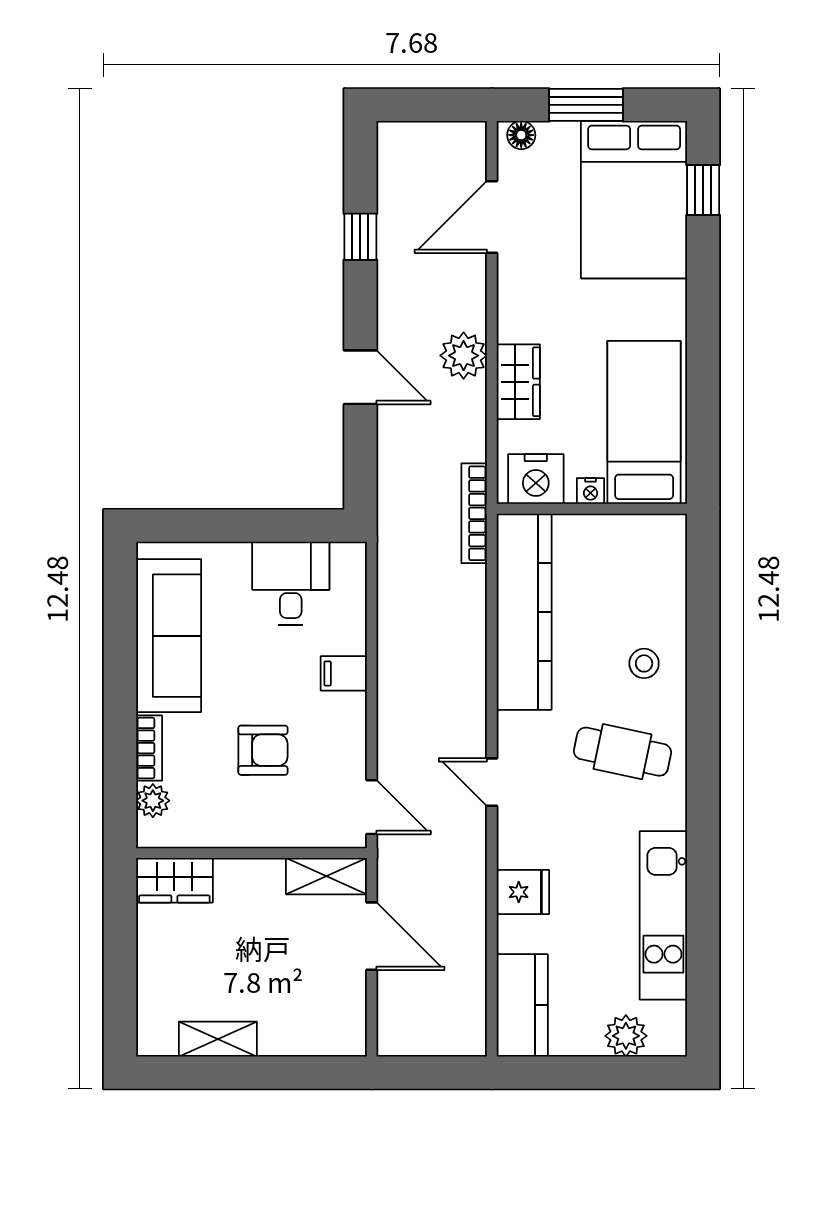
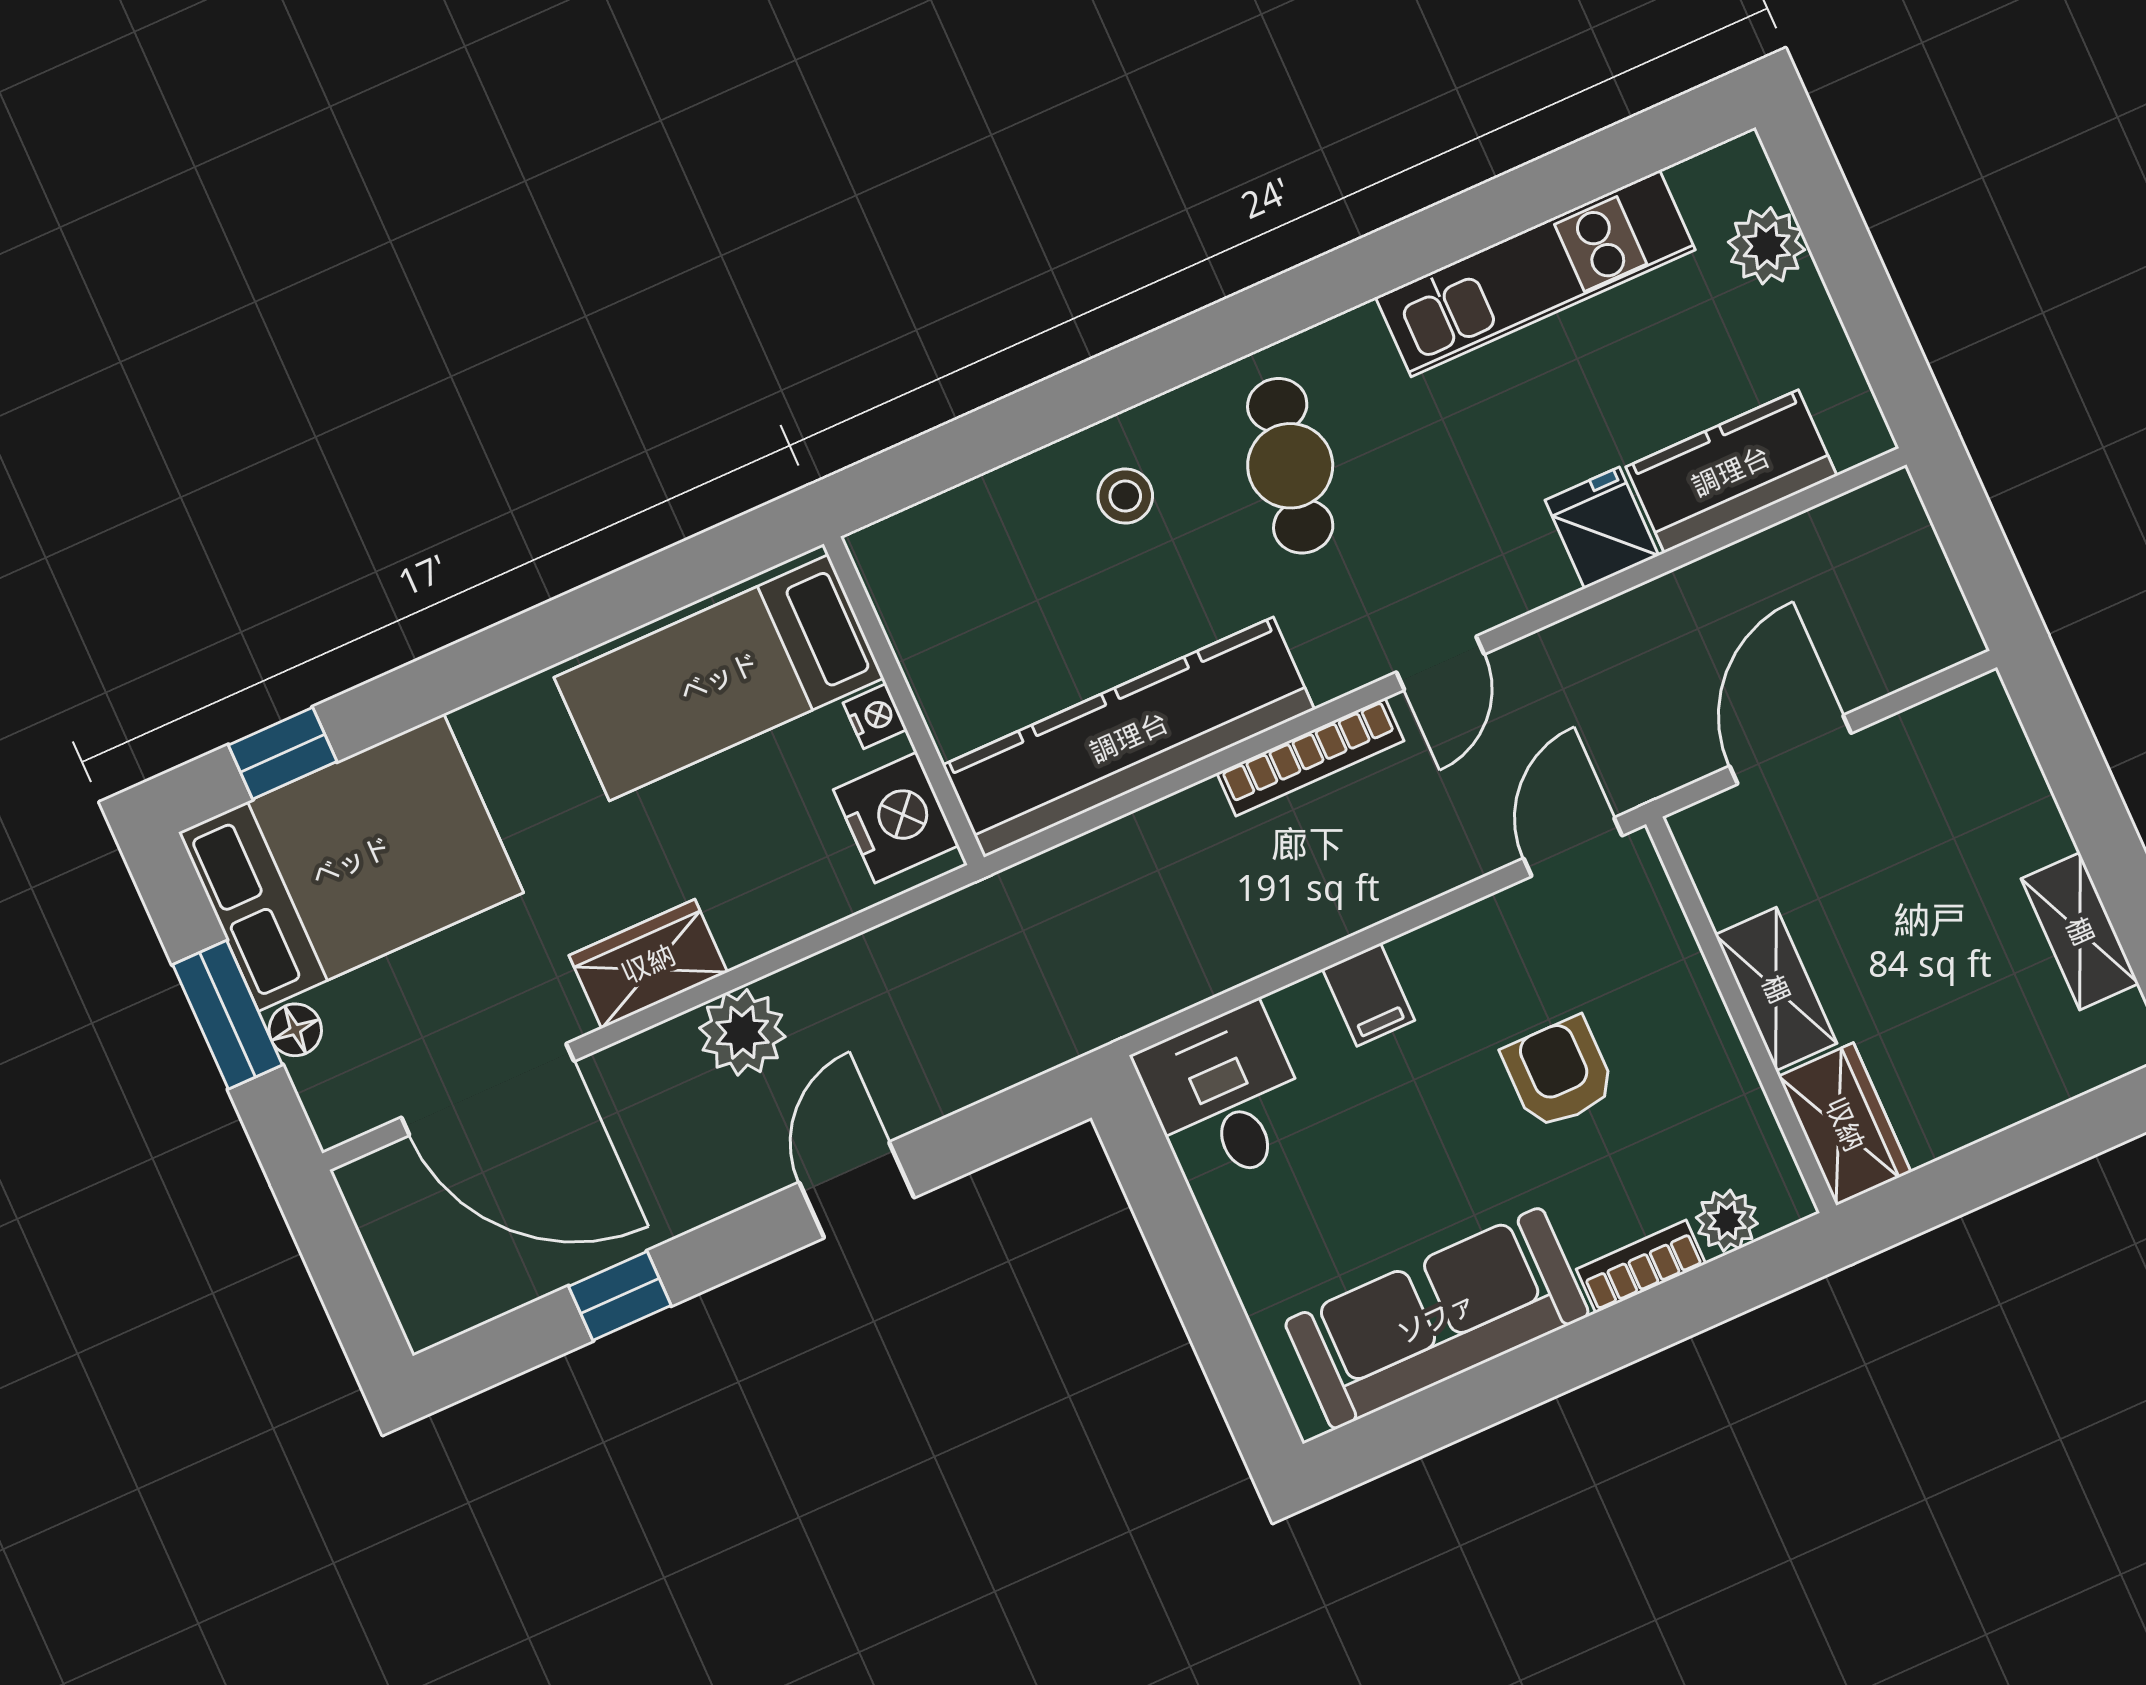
floor lamp: (521, 135) -> (295, 1030), moved
door: (492, 217) -> (488, 1089), width x1.36
wardrobe: (518, 382) -> (648, 964), moved
bookcase: (474, 513) -> (1310, 757), moved
desk: (291, 583) -> (1225, 1096), moved, turned 90
shelving: (326, 876) -> (1776, 989), moved
kitchen counter: (522, 1005) -> (1731, 471), moved

